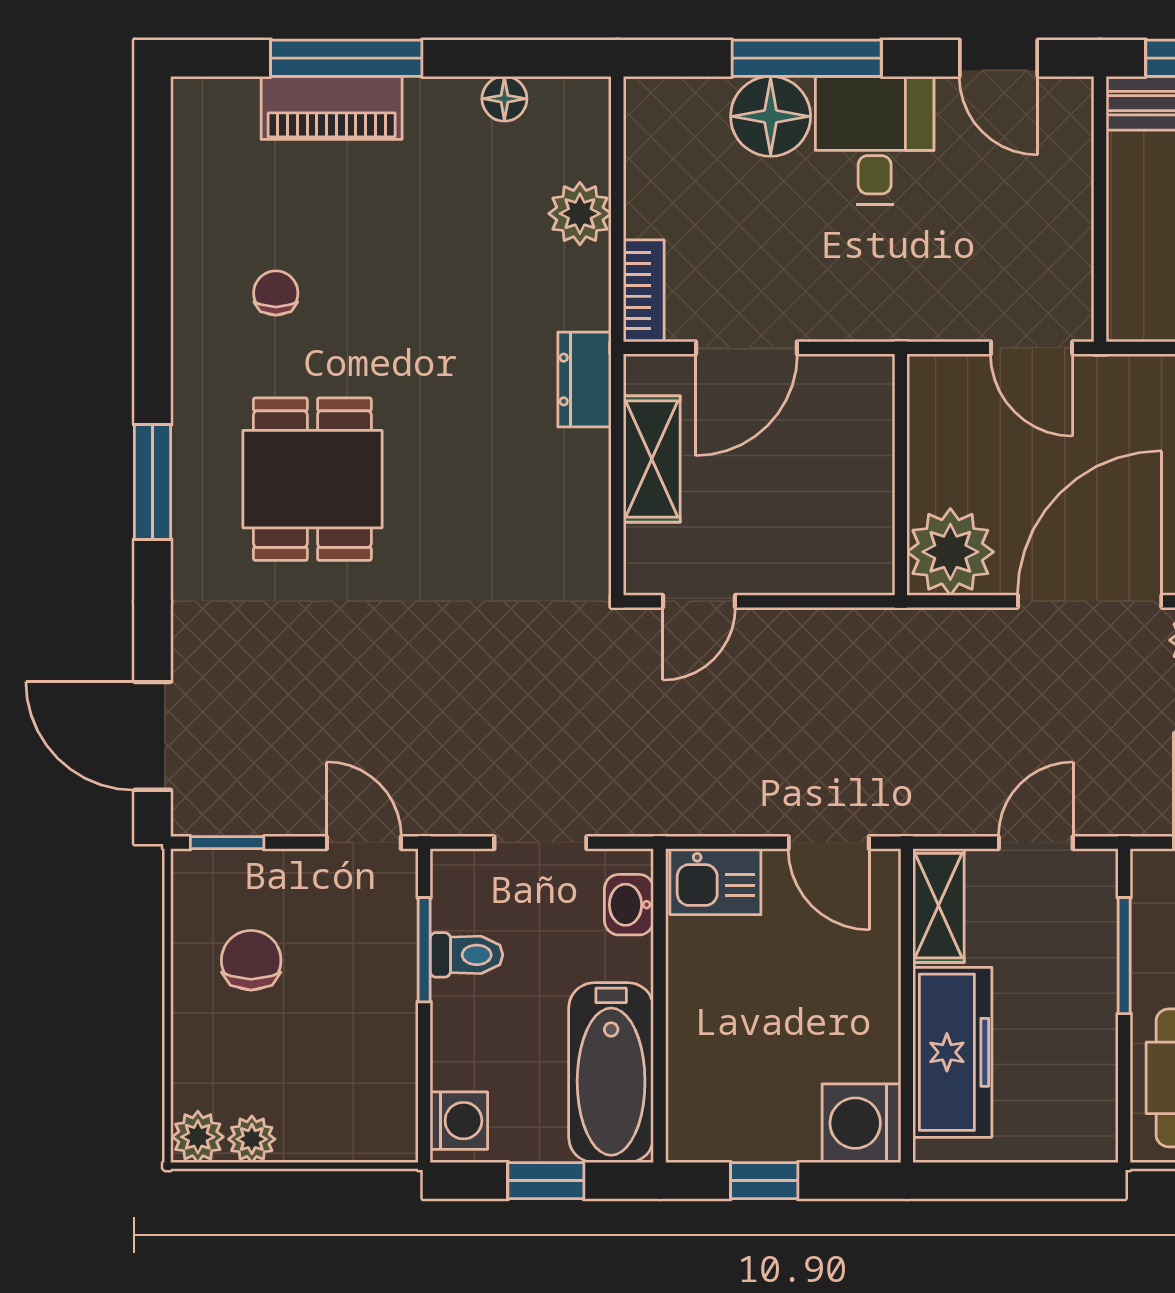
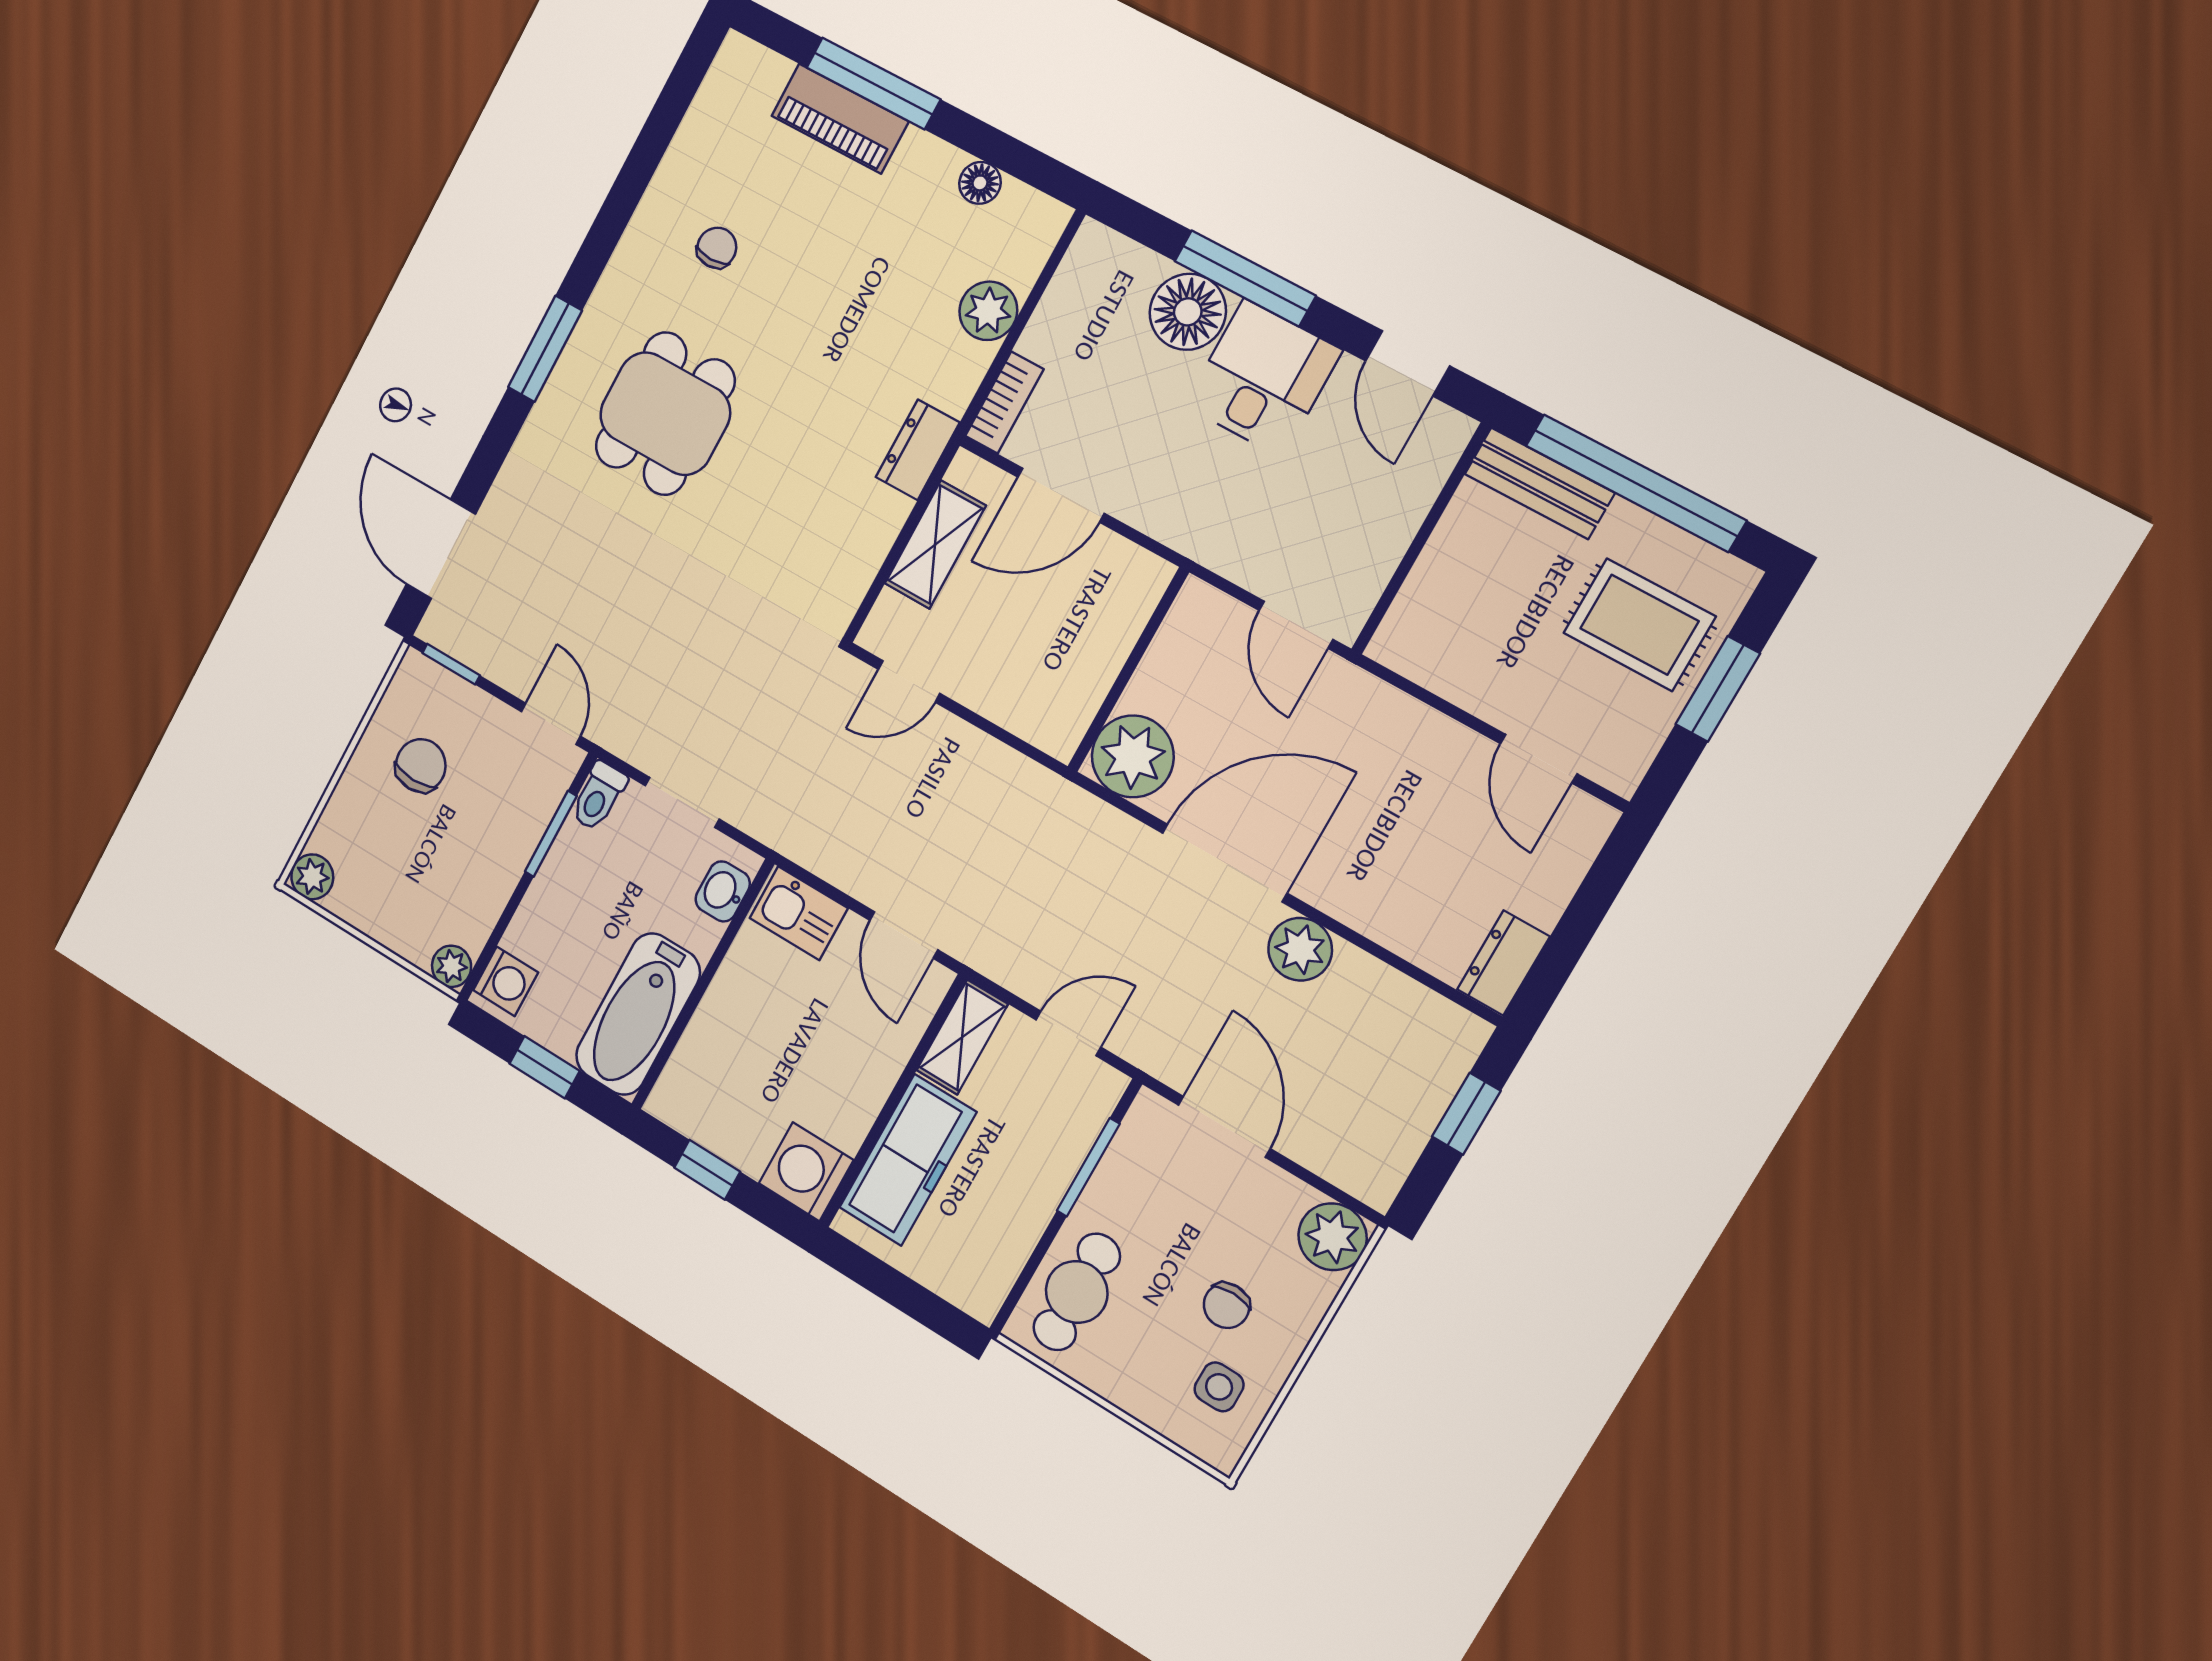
toilet: (466, 955) -> (599, 796), moved, turned 90
plant: (252, 1139) -> (452, 966), moved

